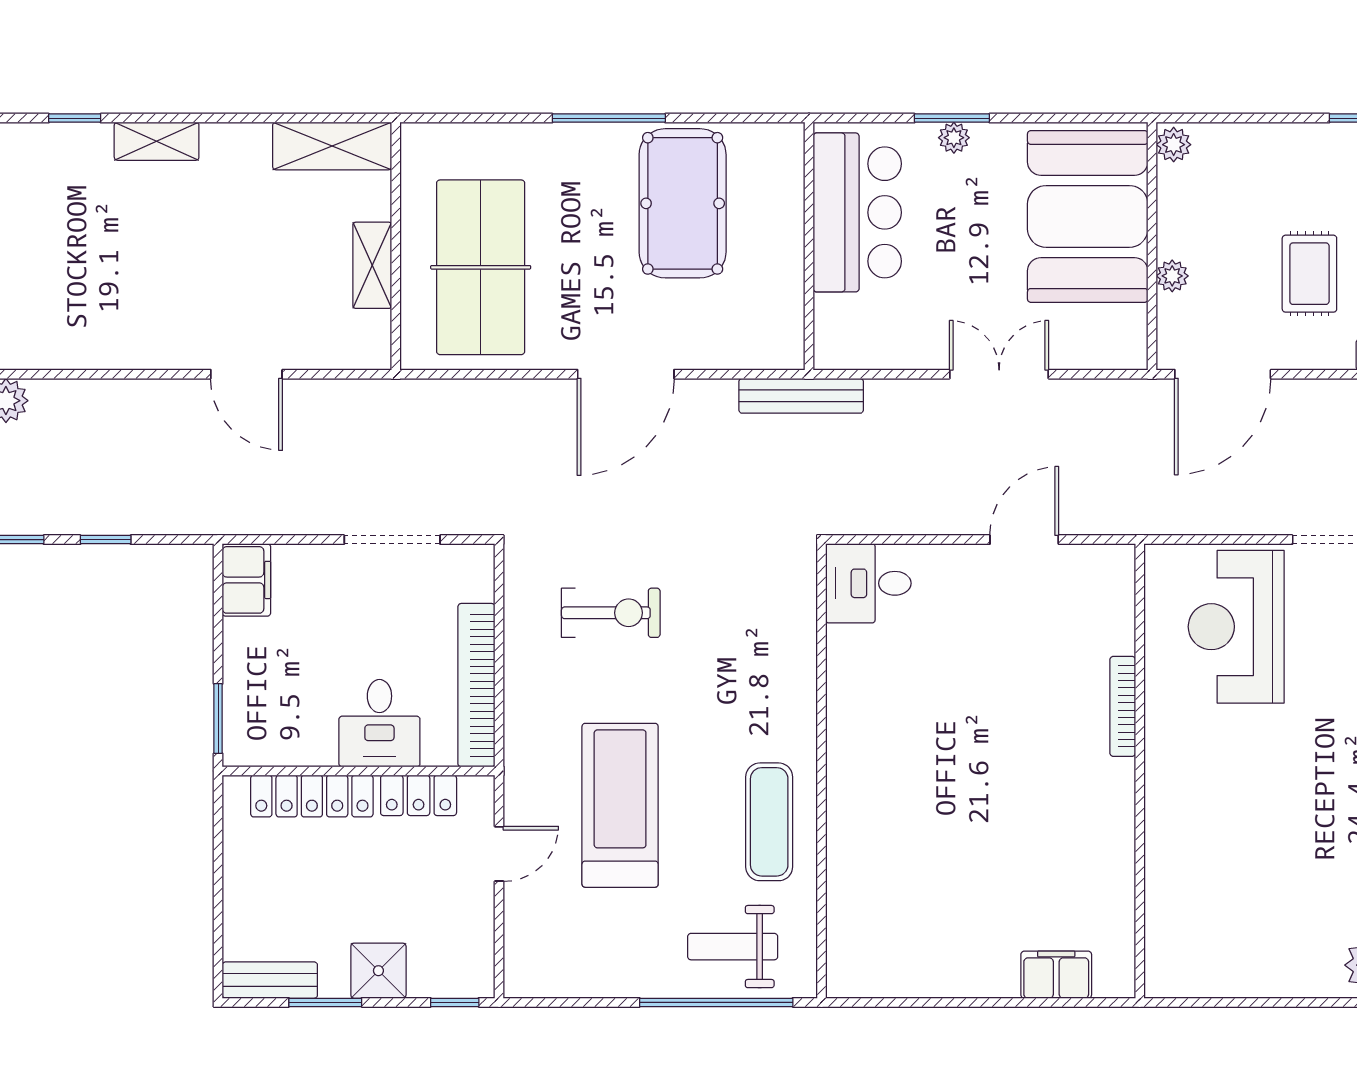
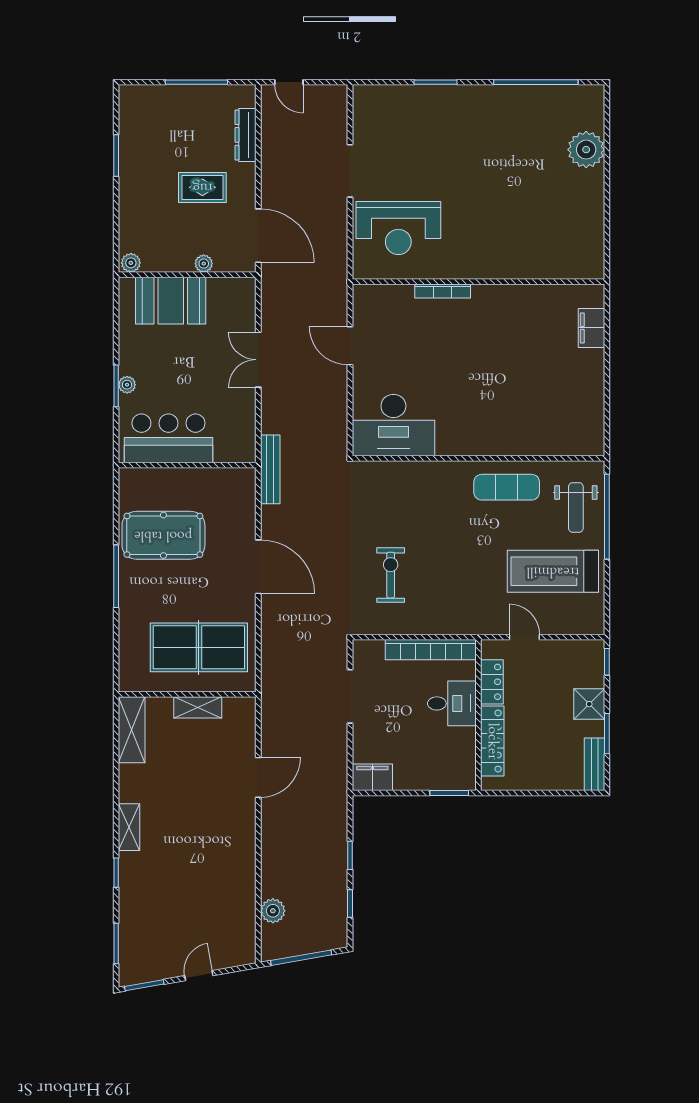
booth: (1088, 216) -> (171, 301), width x0.73, depth x0.70
desk: (868, 583) -> (393, 425), width x1.87, depth x1.30
treadmill: (620, 805) -> (553, 571), moved

